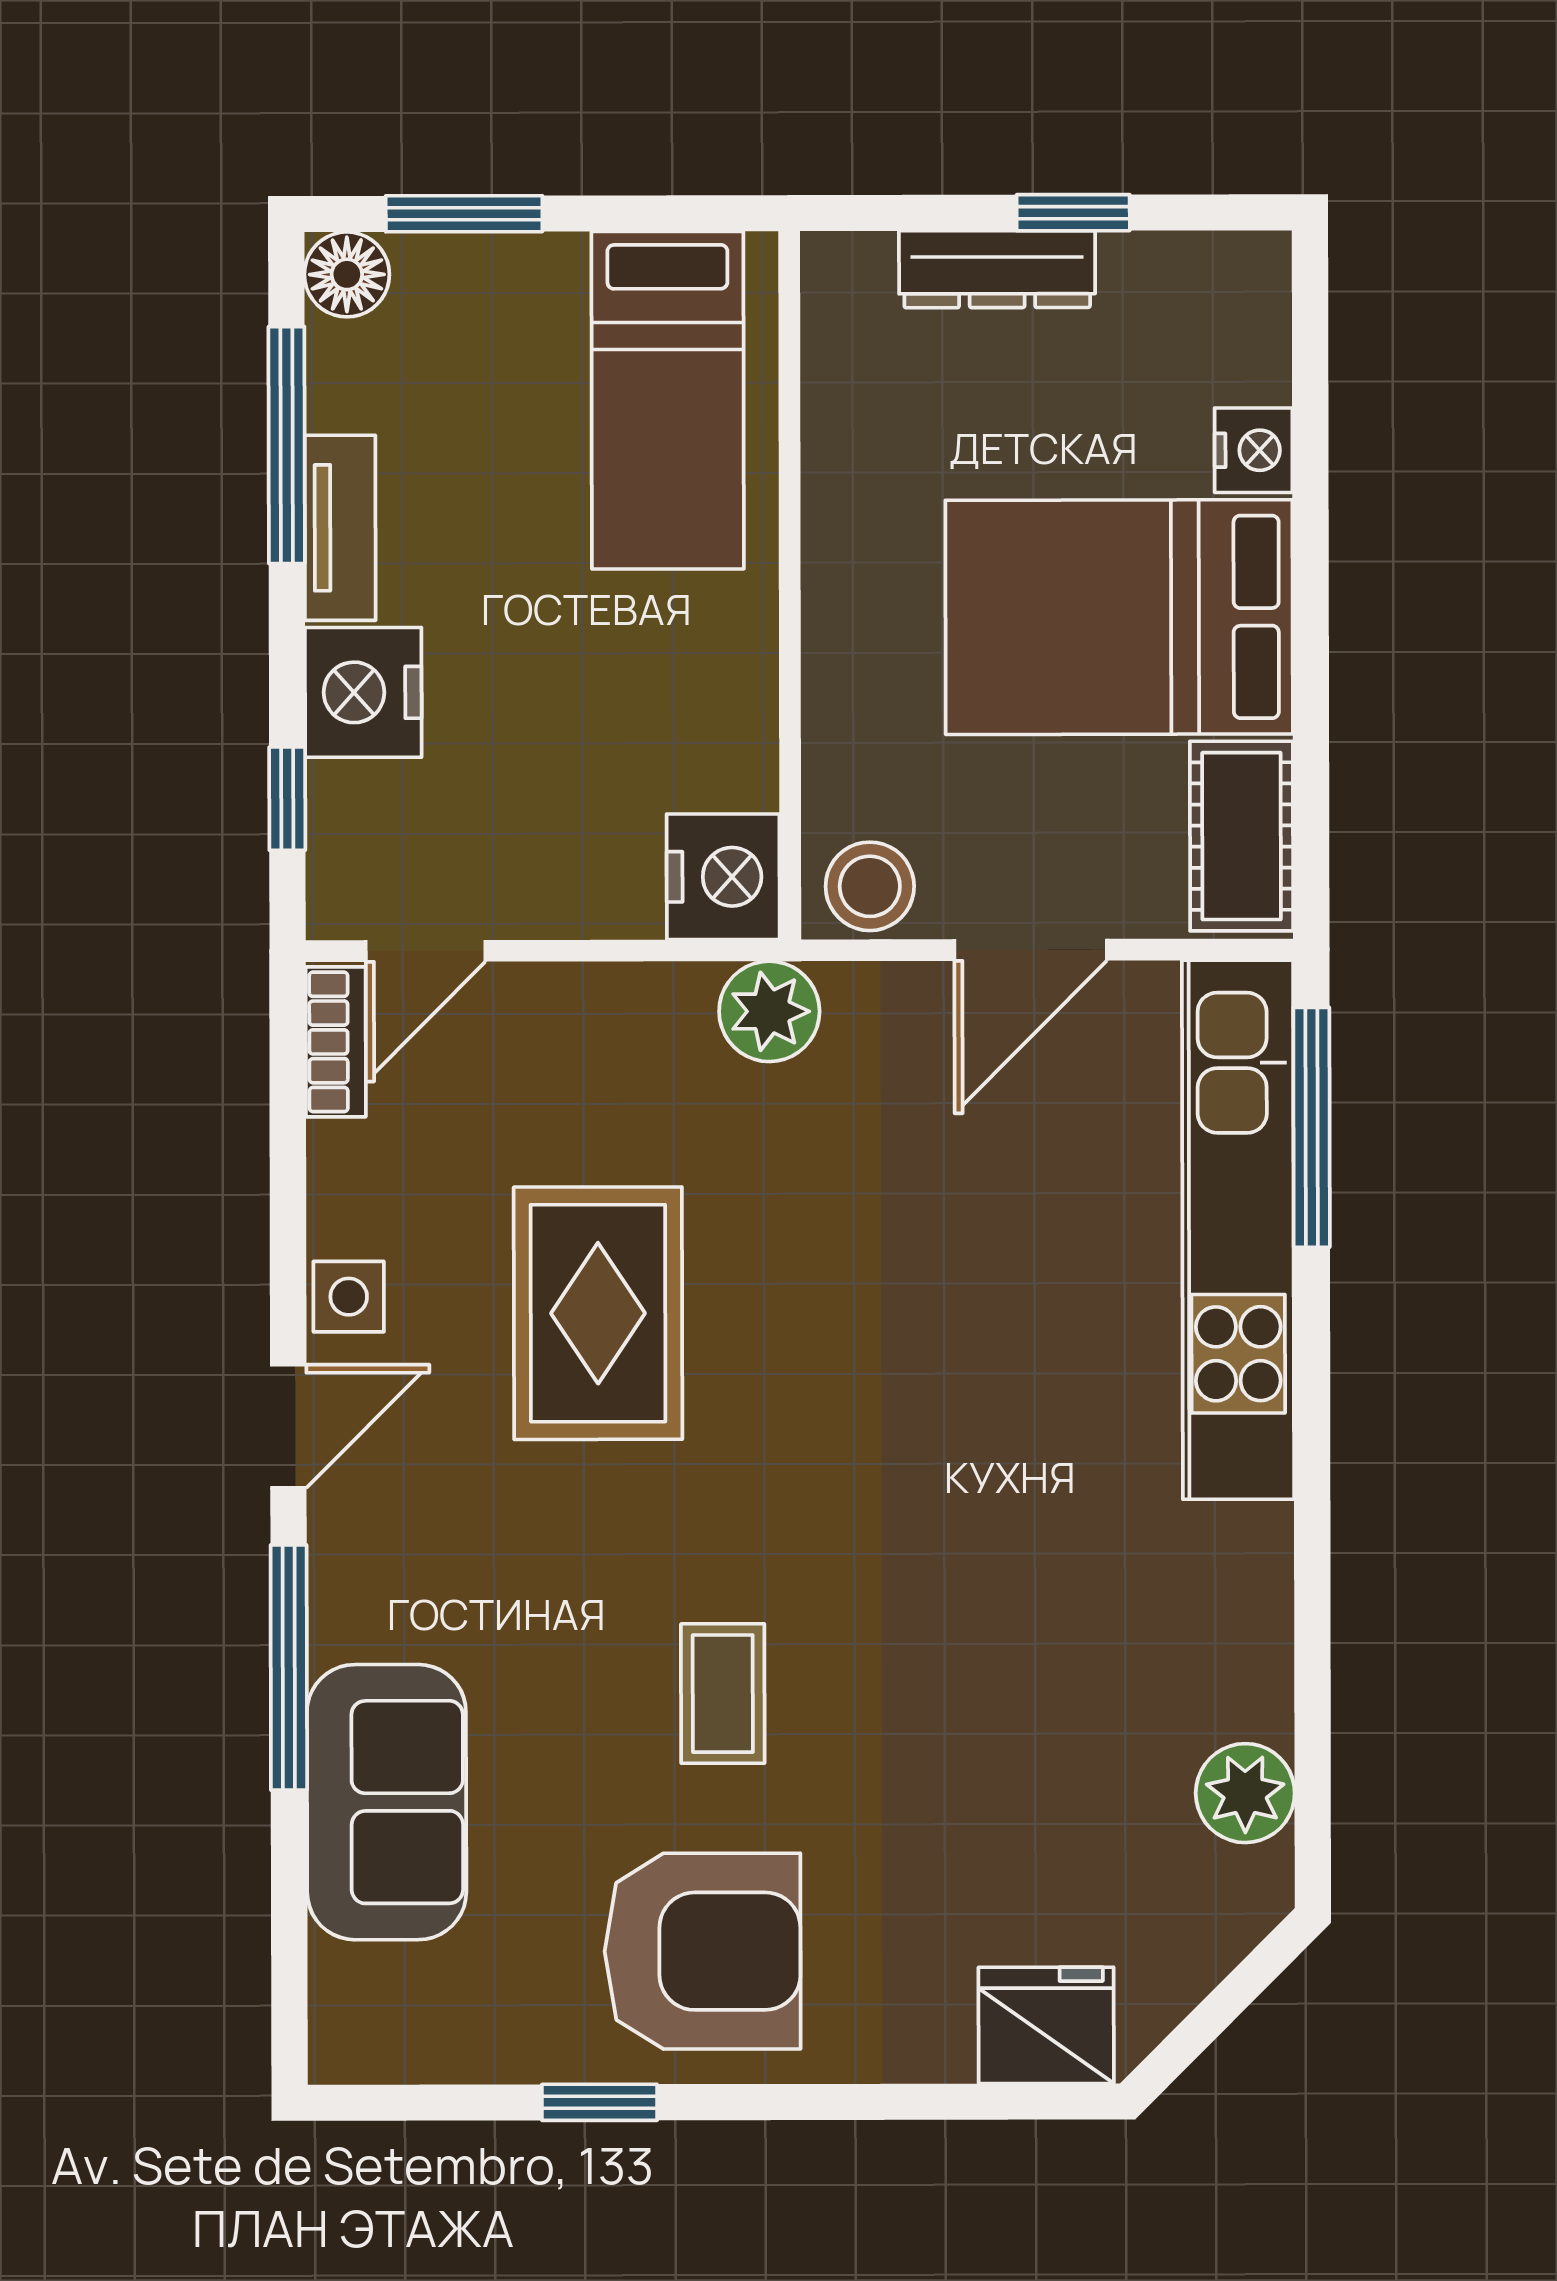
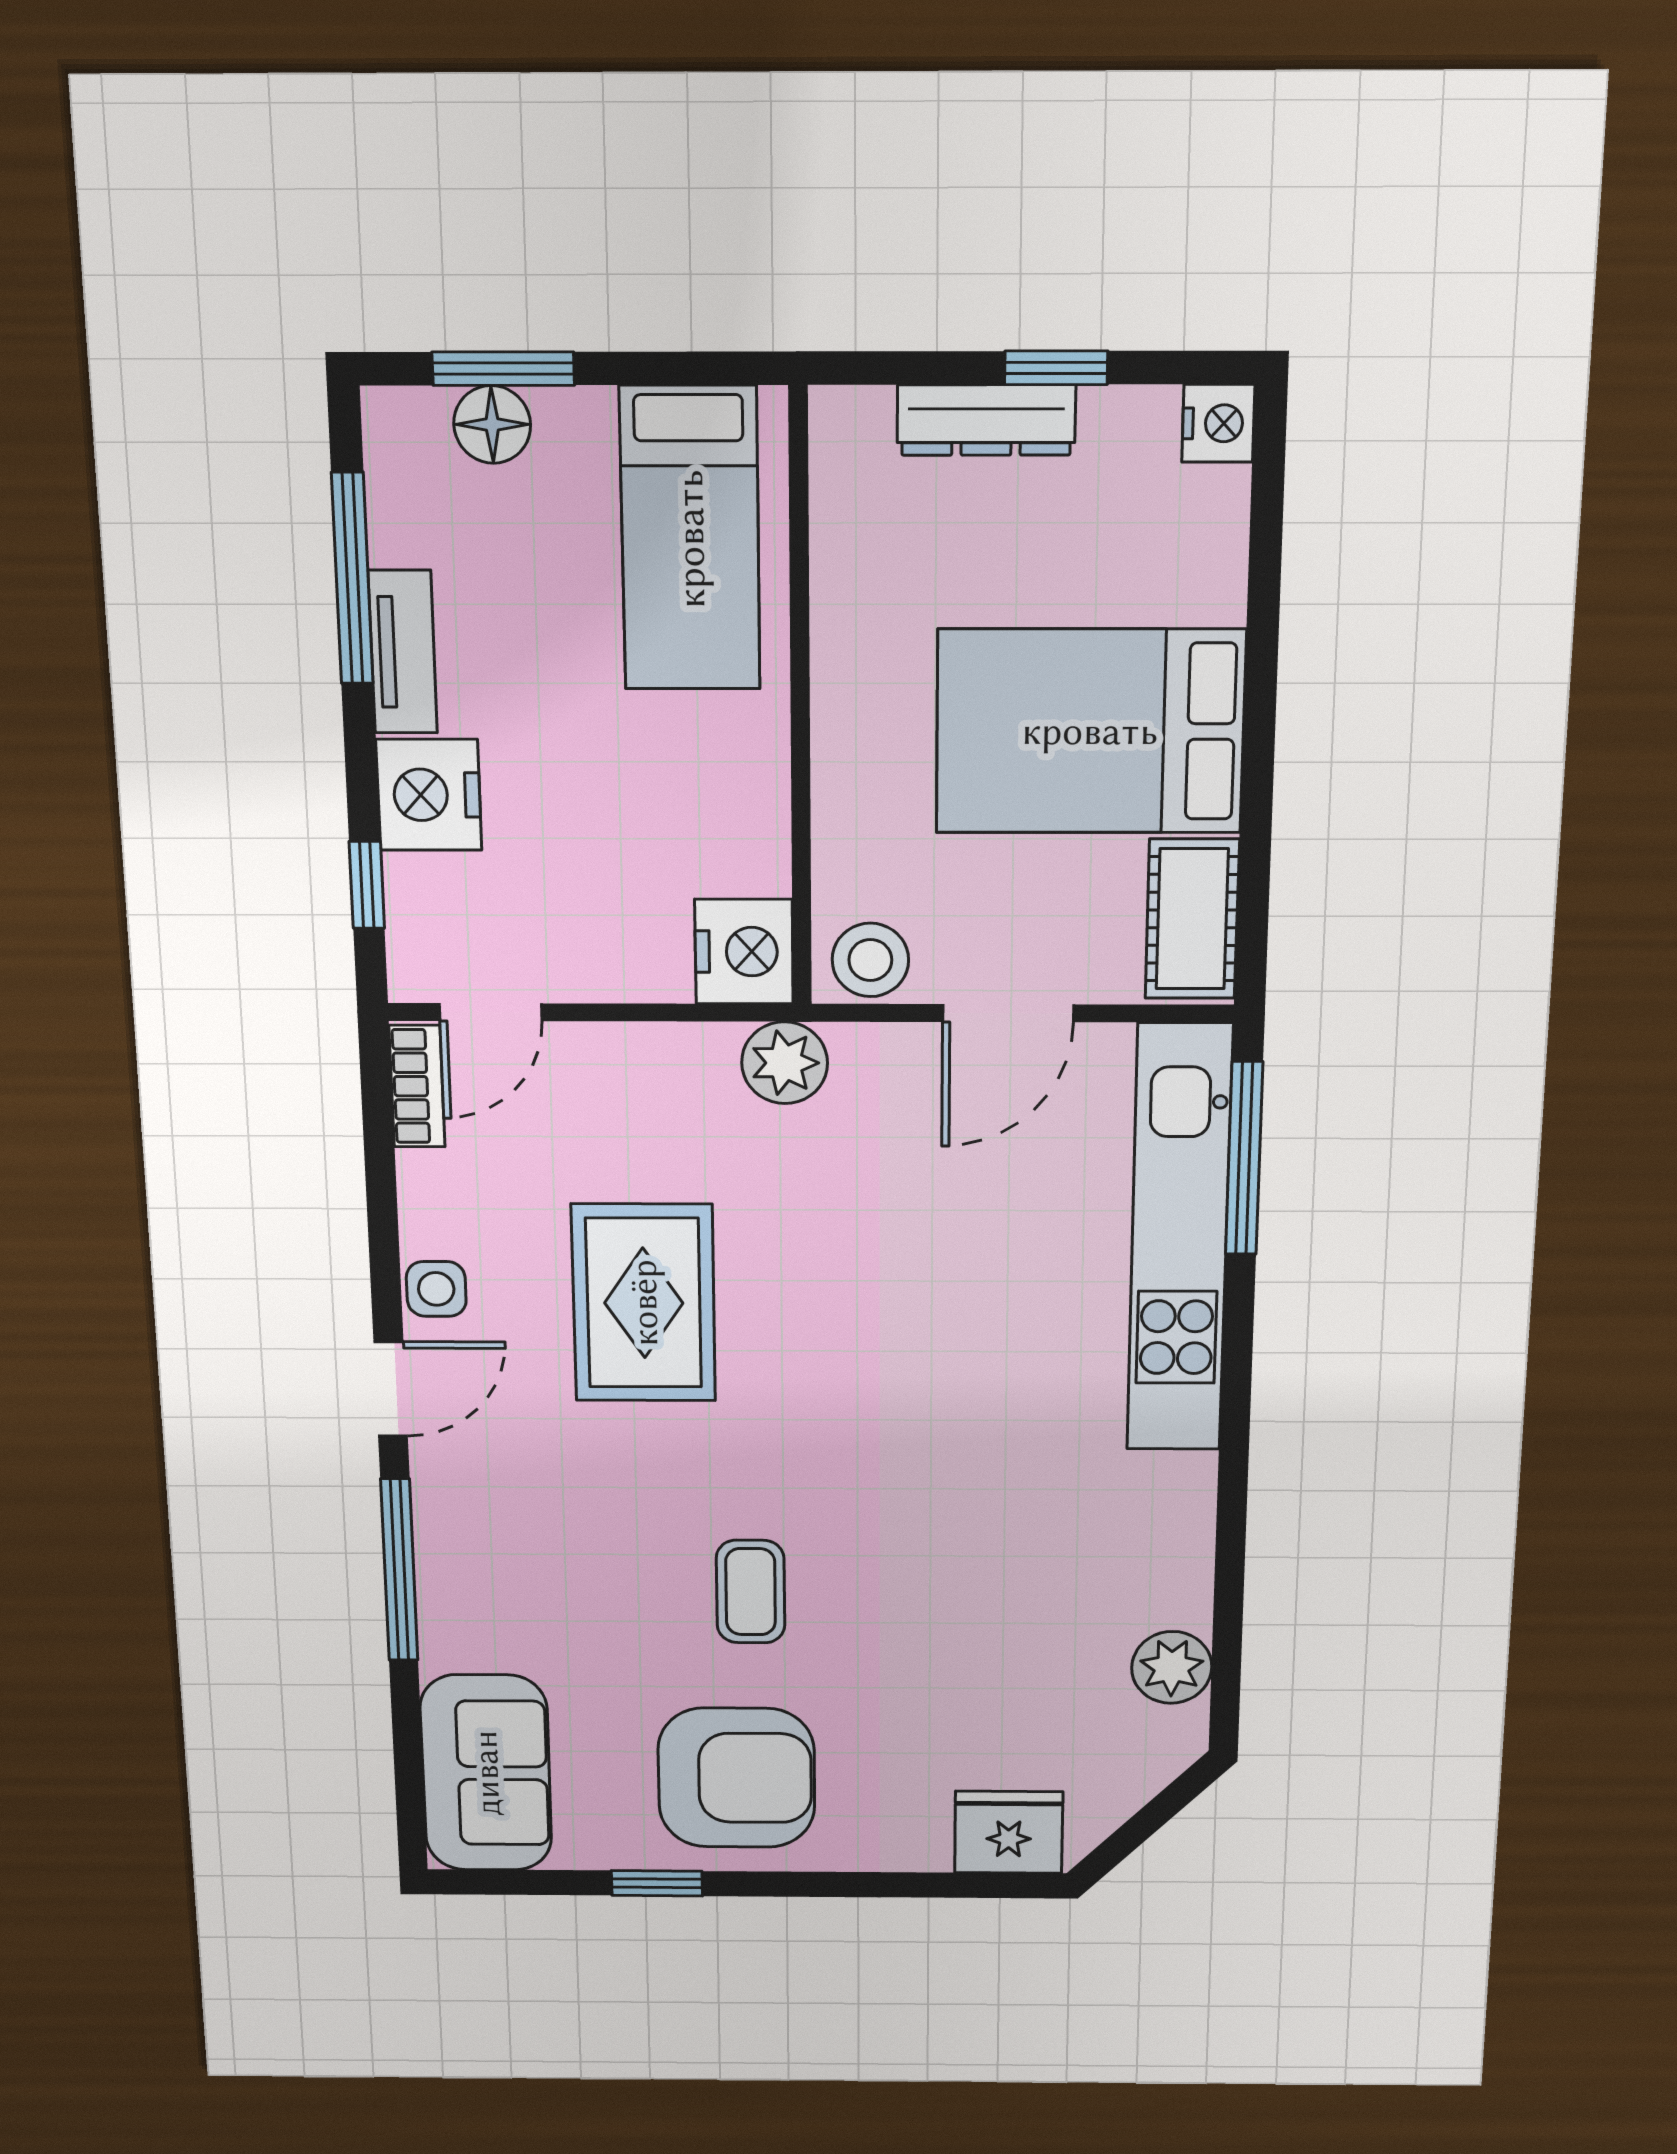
floor lamp: (347, 274) -> (492, 424), moved
nightstand: (1253, 450) -> (1218, 423), moved
sofa: (387, 1802) -> (486, 1773), moved

